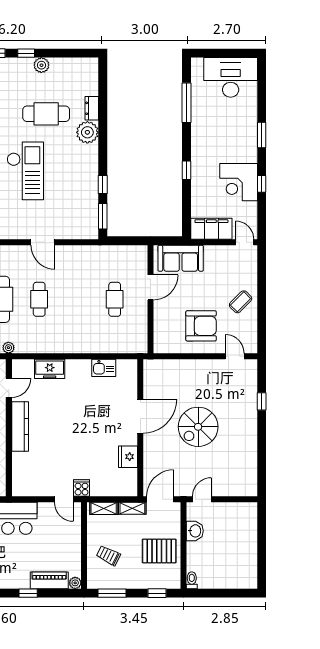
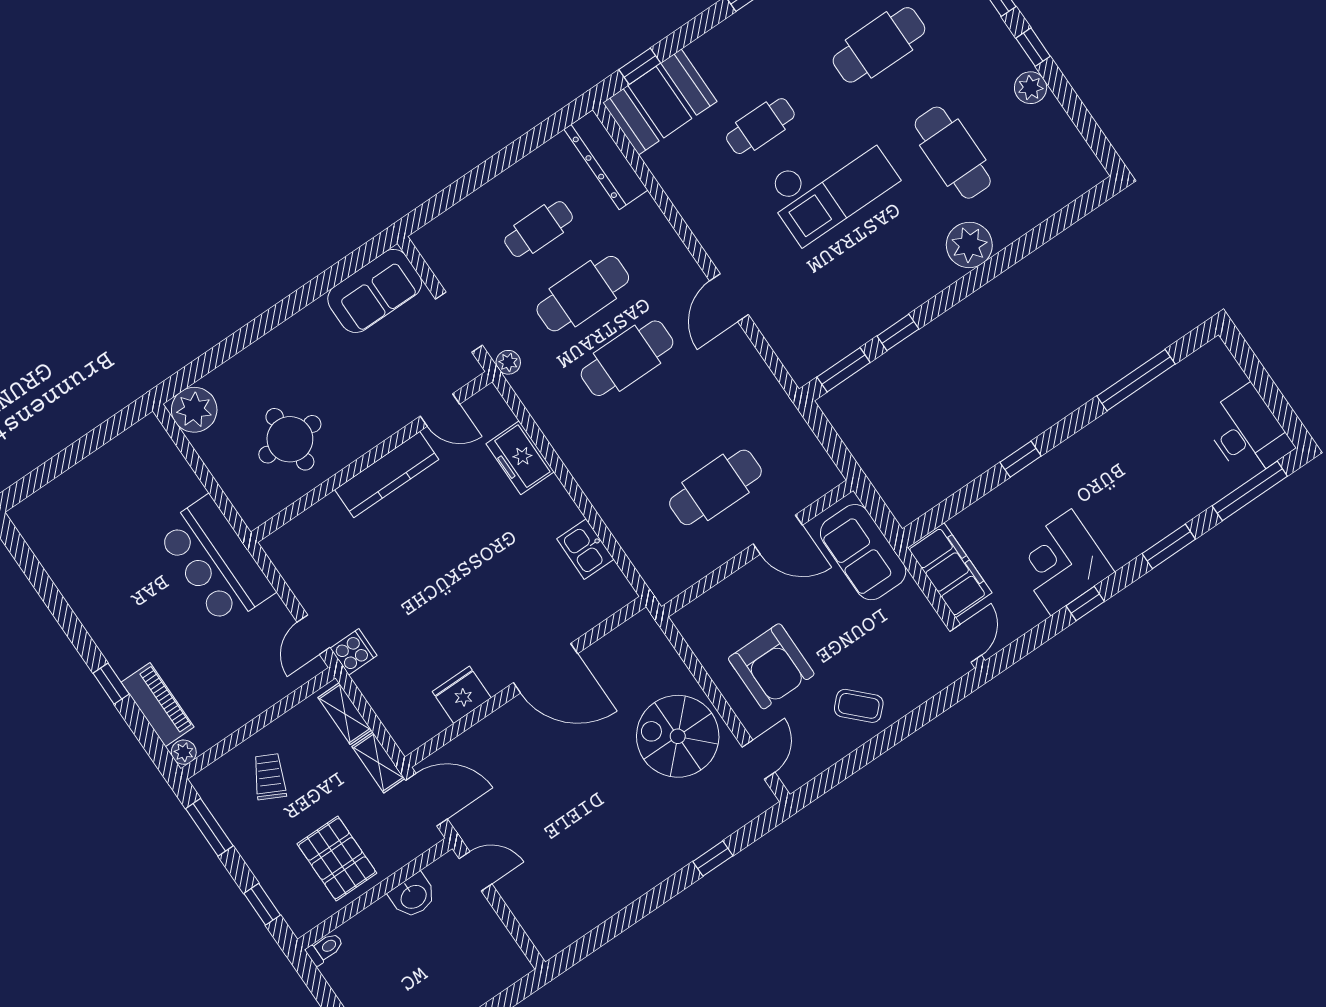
desk: (231, 77) -> (1247, 433), width x0.73, depth x0.77
window: (262, 88) -> (1250, 491), added
dresser: (92, 108) -> (1016, 224), removed
cafe table: (39, 299) -> (627, 358), width x1.37, depth x1.35
cafe table: (115, 299) -> (715, 487), width x1.37, depth x1.35
spiral stairs: (198, 427) -> (678, 736), moved

